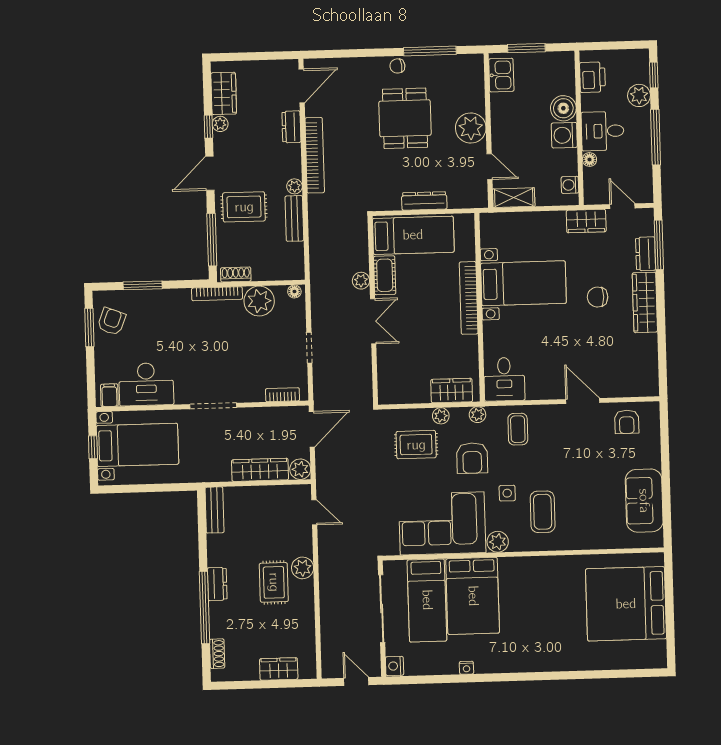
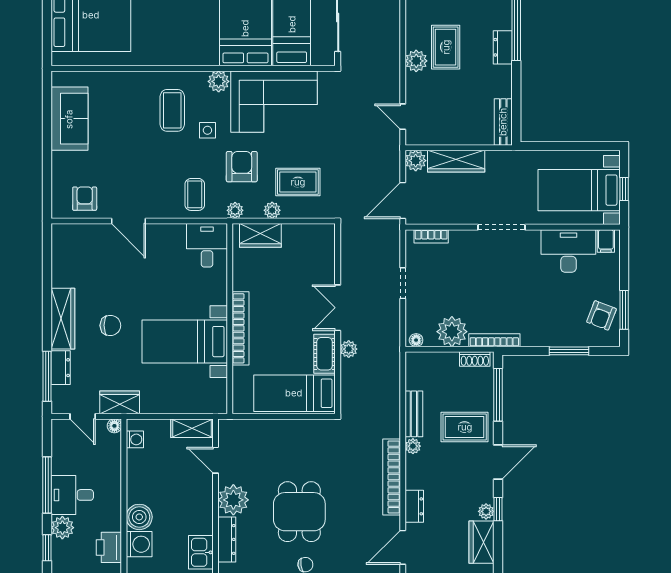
desk: (603, 131) -> (72, 495), moved, turned 180
washing machine: (564, 135) -> (139, 544), moved
floor lamp: (589, 160) -> (114, 426), moved
dresser: (424, 201) -> (227, 539), moved, turned -90

